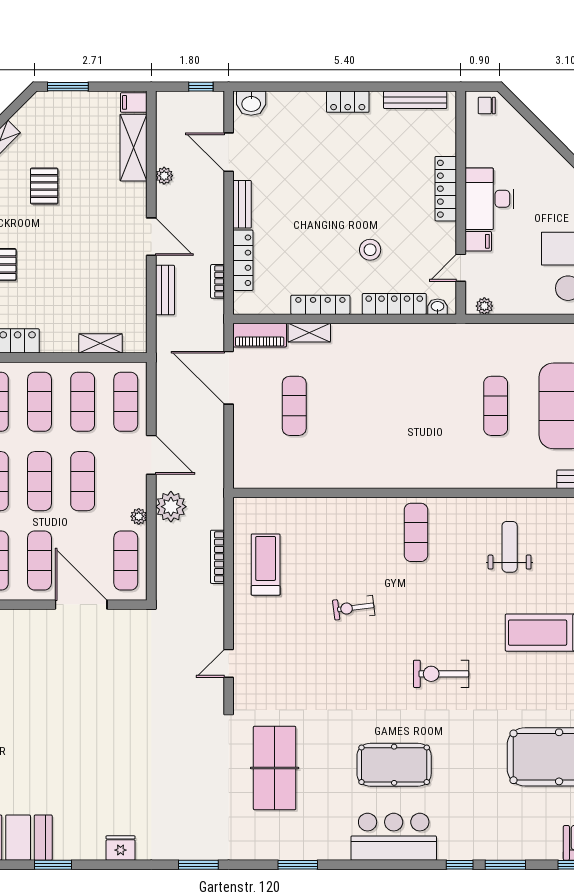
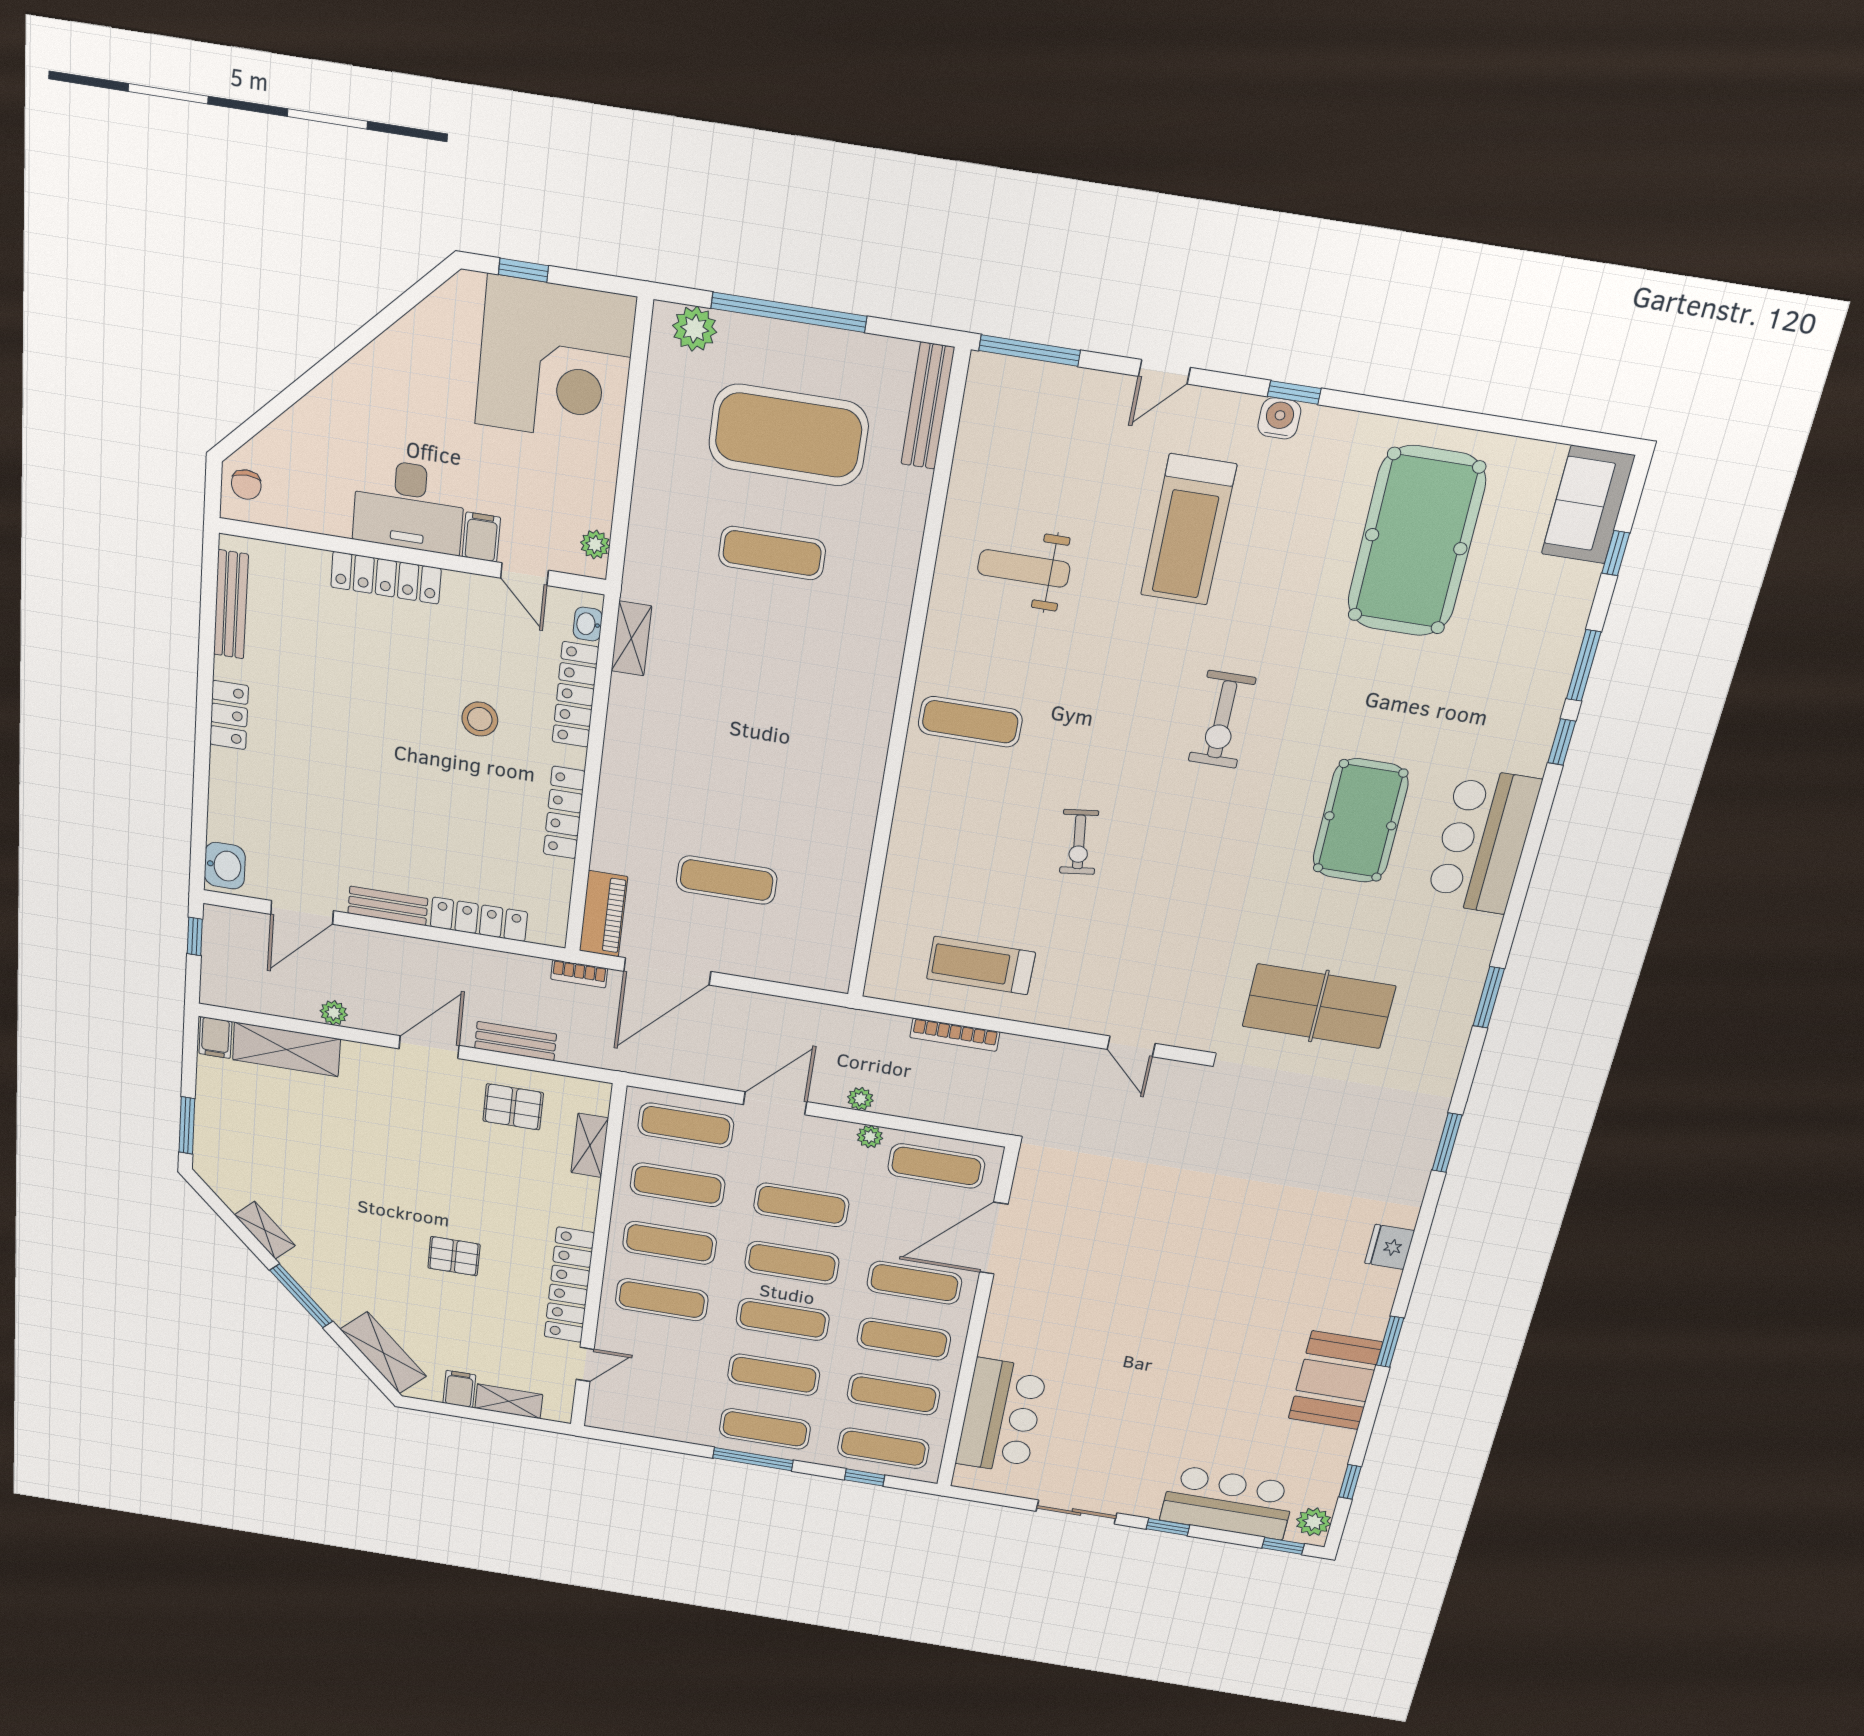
pallet: (44, 186) -> (513, 1107), moved
bookcase: (218, 281) -> (579, 974), moved
shelving: (309, 333) -> (631, 638), moved
plant: (171, 507) -> (860, 1099), width x0.53, depth x0.53

